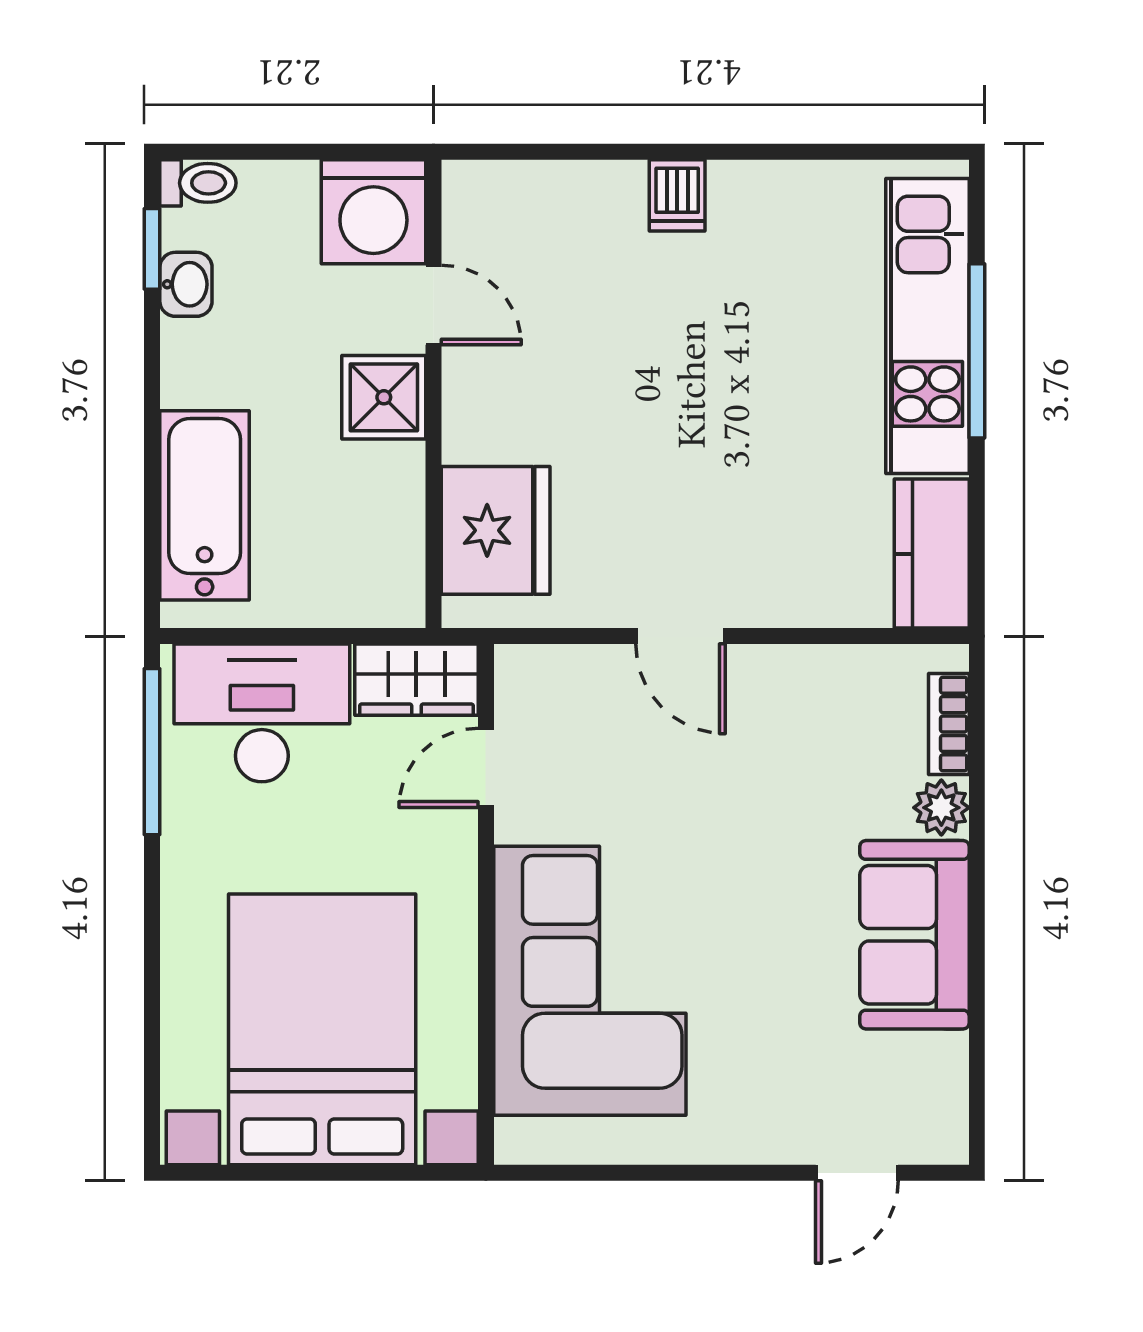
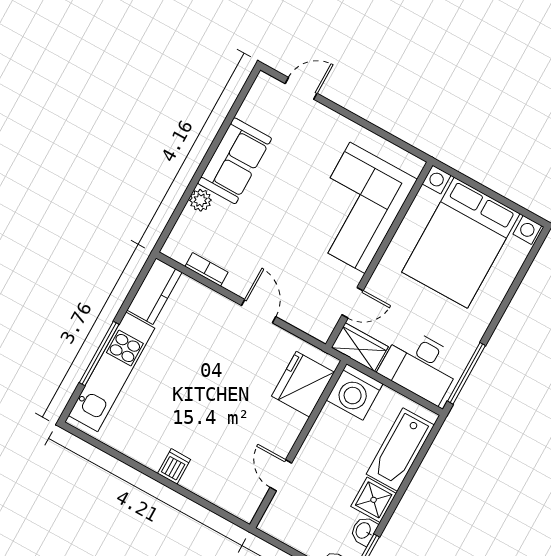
washing machine: (373, 212) -> (355, 392), moved, turned 180
shower: (384, 397) -> (374, 500), moved
bookcase: (949, 724) -> (207, 269), moved, turned -90

